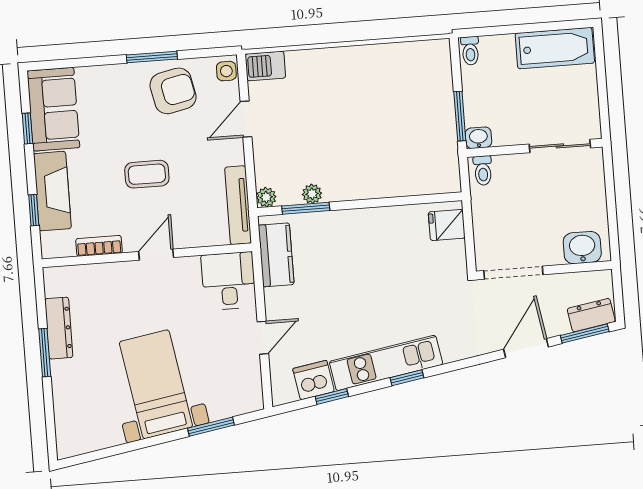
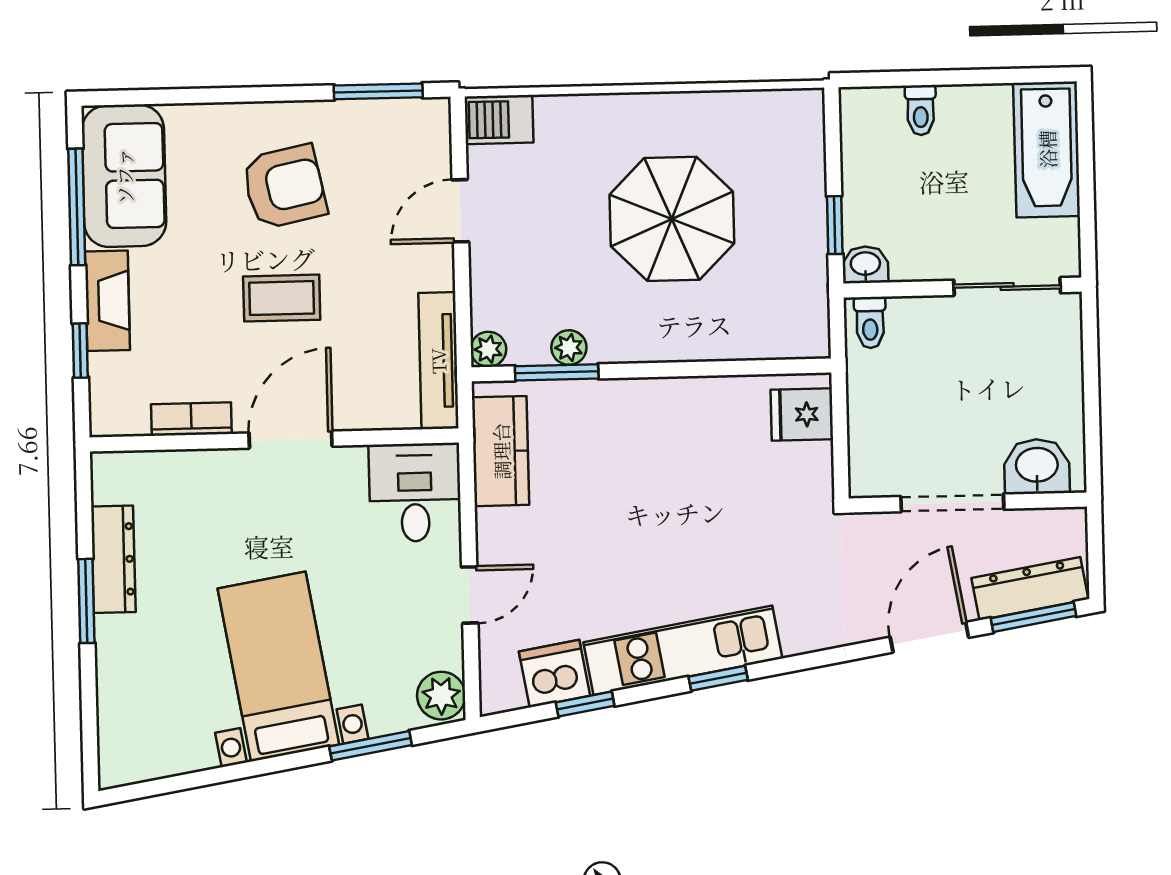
bathtub: (555, 48) -> (1047, 149), moved, turned 90
toilet: (470, 51) -> (921, 110), moved
window: (152, 57) -> (378, 91), moved
side table: (226, 71) -> (430, 125), removed
armchair: (173, 91) -> (284, 187), moved
window: (460, 116) -> (835, 225), width x0.67
parasol: (367, 117) -> (672, 219), added
window: (27, 128) -> (77, 207), width x2.17
fireplace: (52, 191) -> (107, 301), width x0.73, depth x0.76
door: (156, 255) -> (291, 440), width x1.37
doorway: (513, 273) -> (952, 503), moved
dresser: (591, 315) -> (1030, 589), width x1.44
plant: (250, 396) -> (441, 696), added

